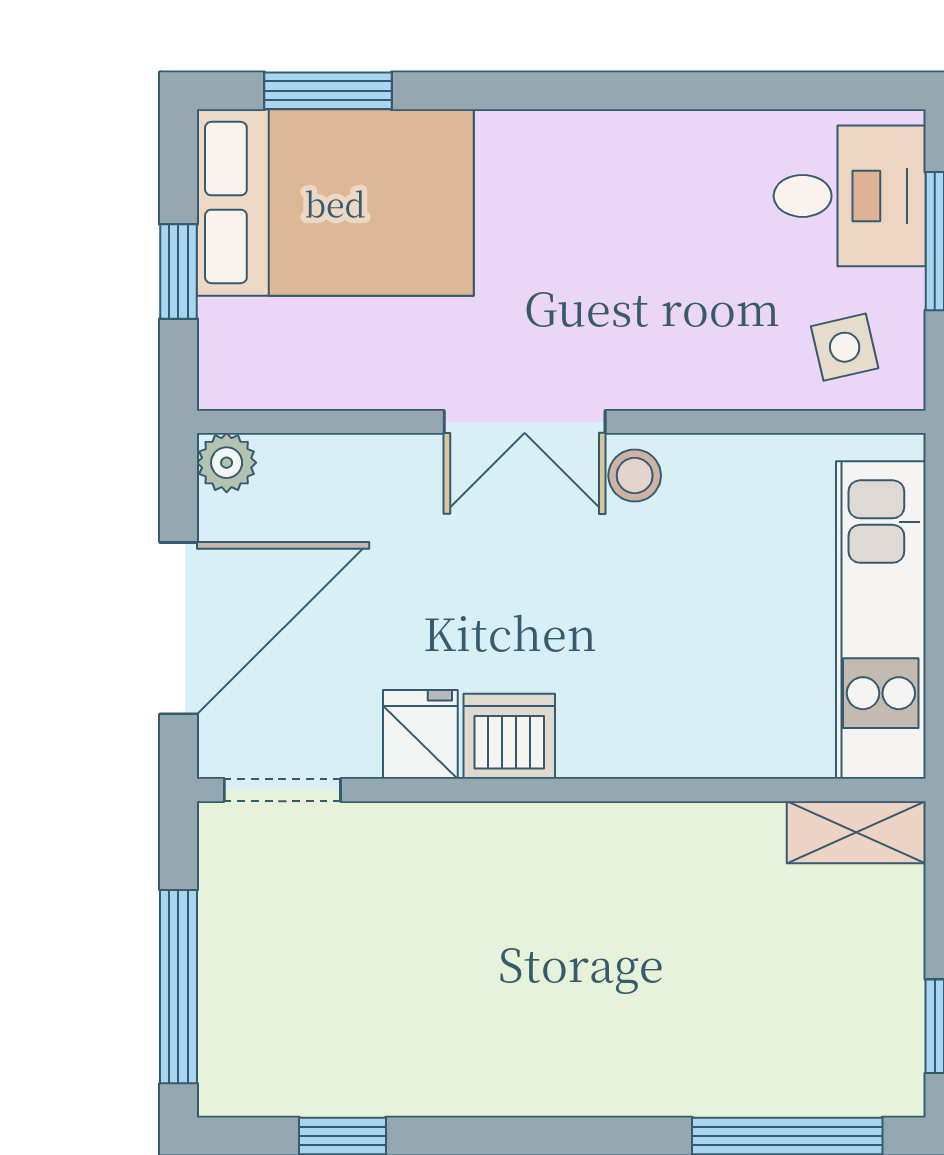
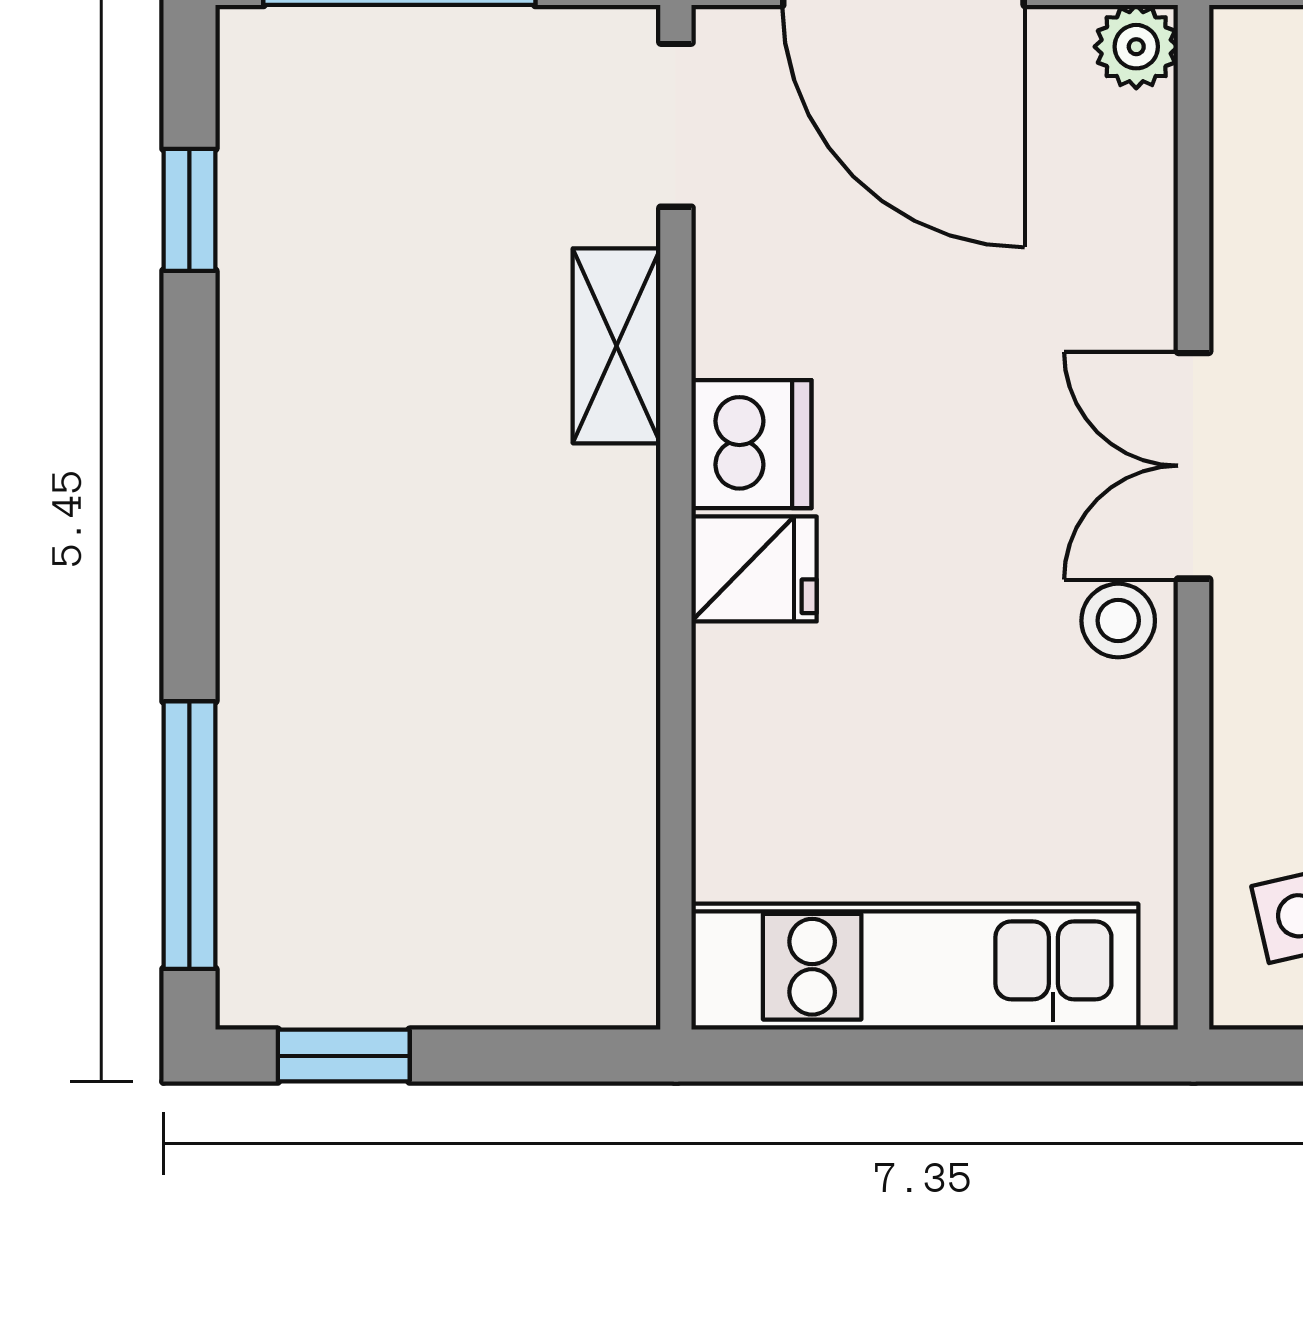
fridge: (420, 734) -> (754, 569), moved
shelving: (856, 832) -> (617, 346), moved

